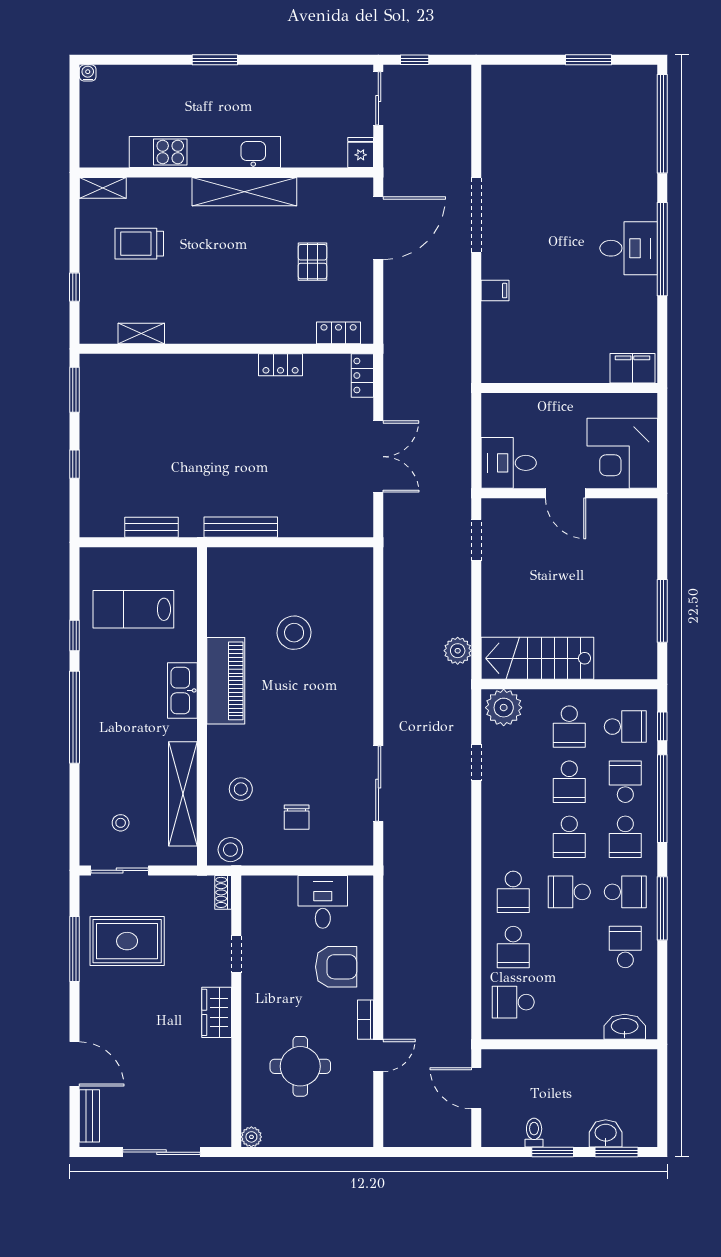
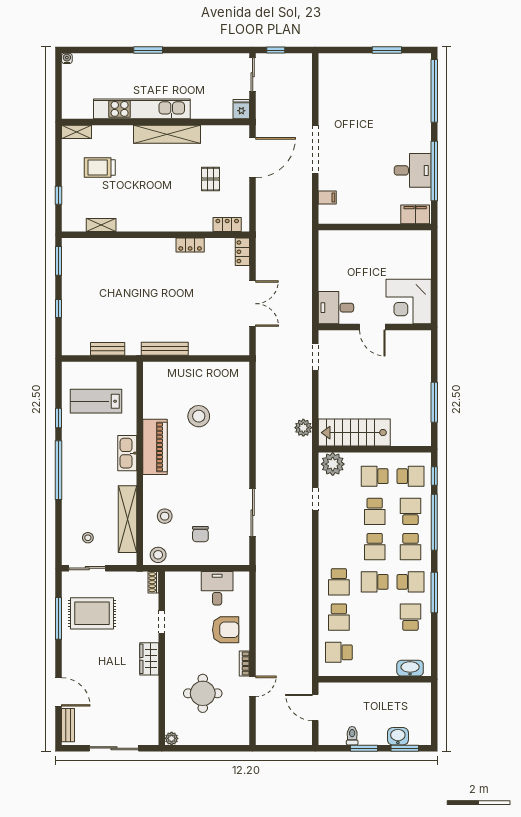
filing cabinet: (632, 368) -> (415, 214), moved
wall: (569, 388) -> (375, 227), moved
school desk: (569, 727) -> (375, 476), turned 90

